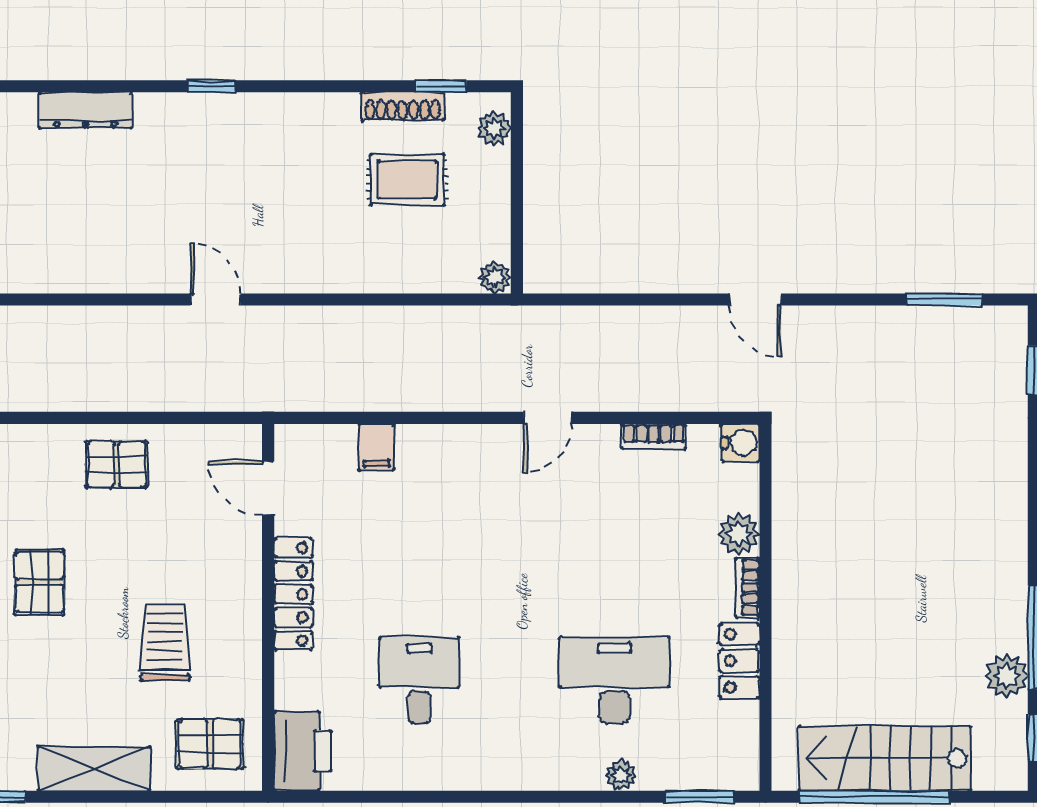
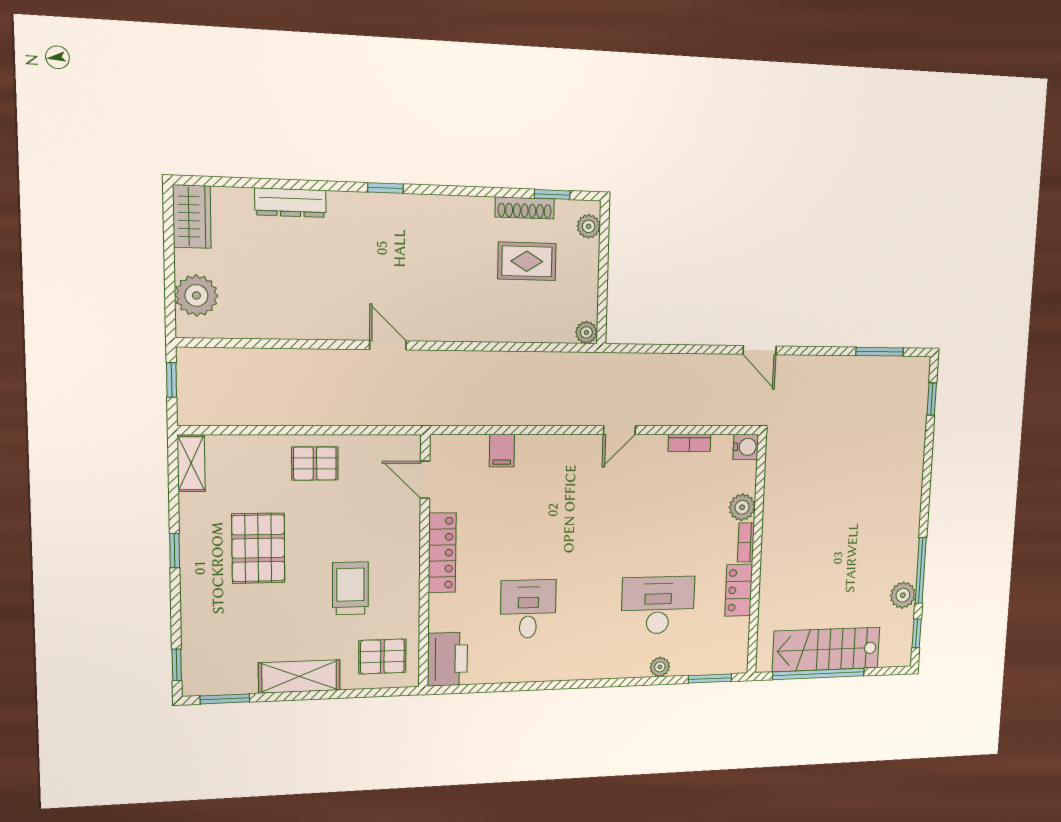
pallet: (39, 582) -> (258, 548), width x1.50, depth x1.42

